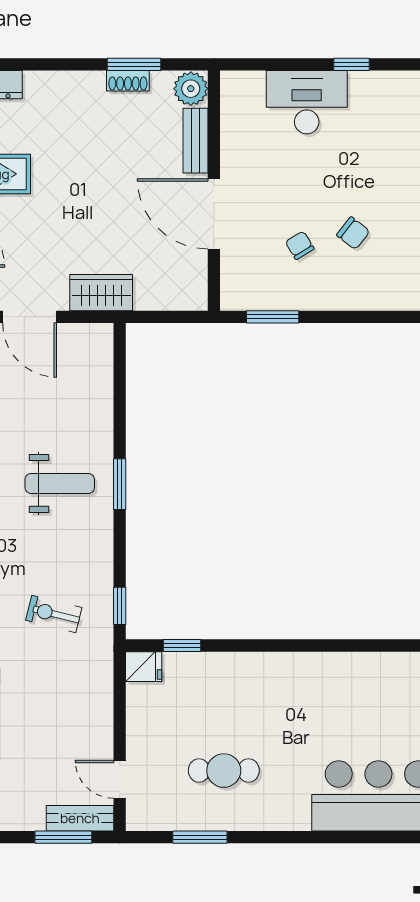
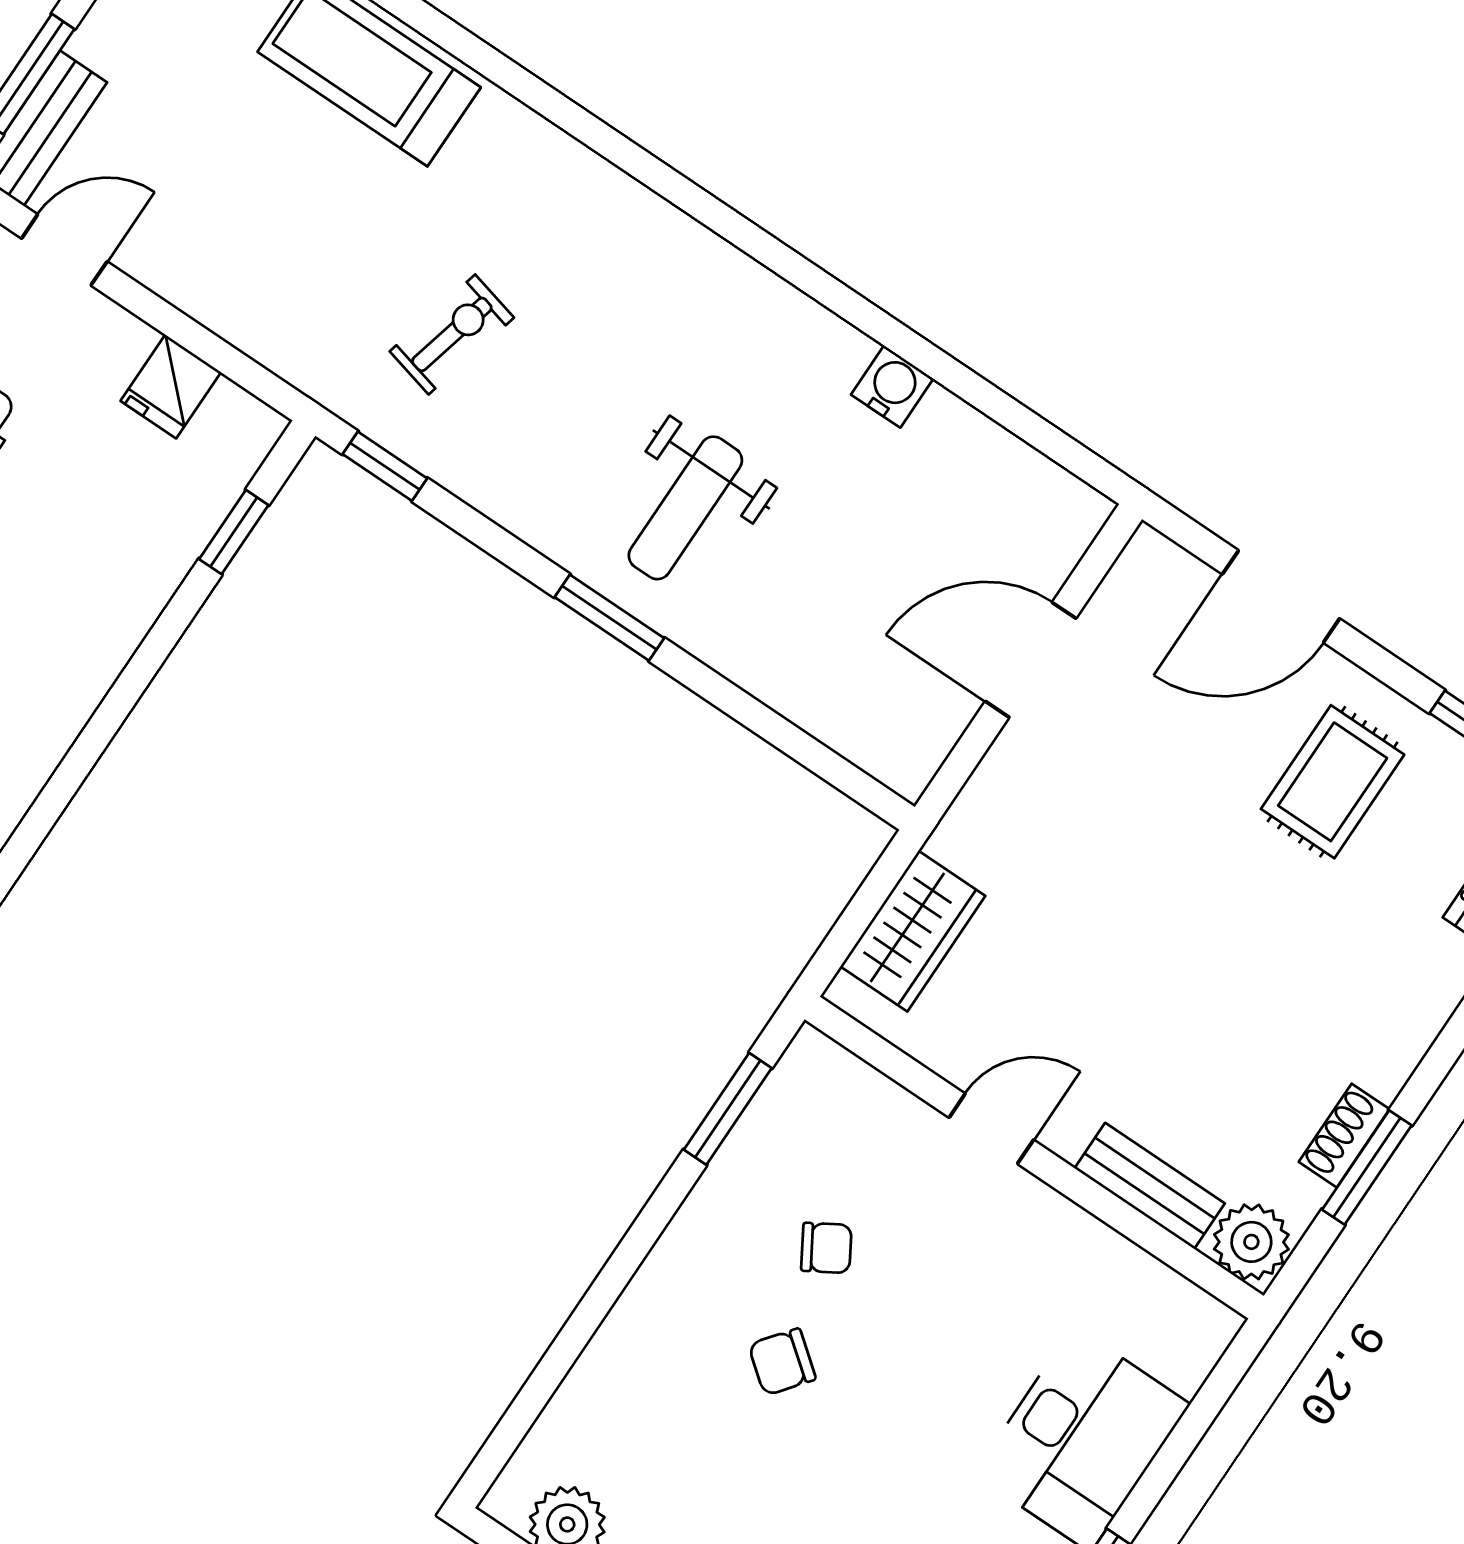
door: (214, 214) -> (991, 1129), width x0.53
wardrobe: (101, 293) -> (913, 931), moved
fridge: (144, 667) -> (171, 386), moved

